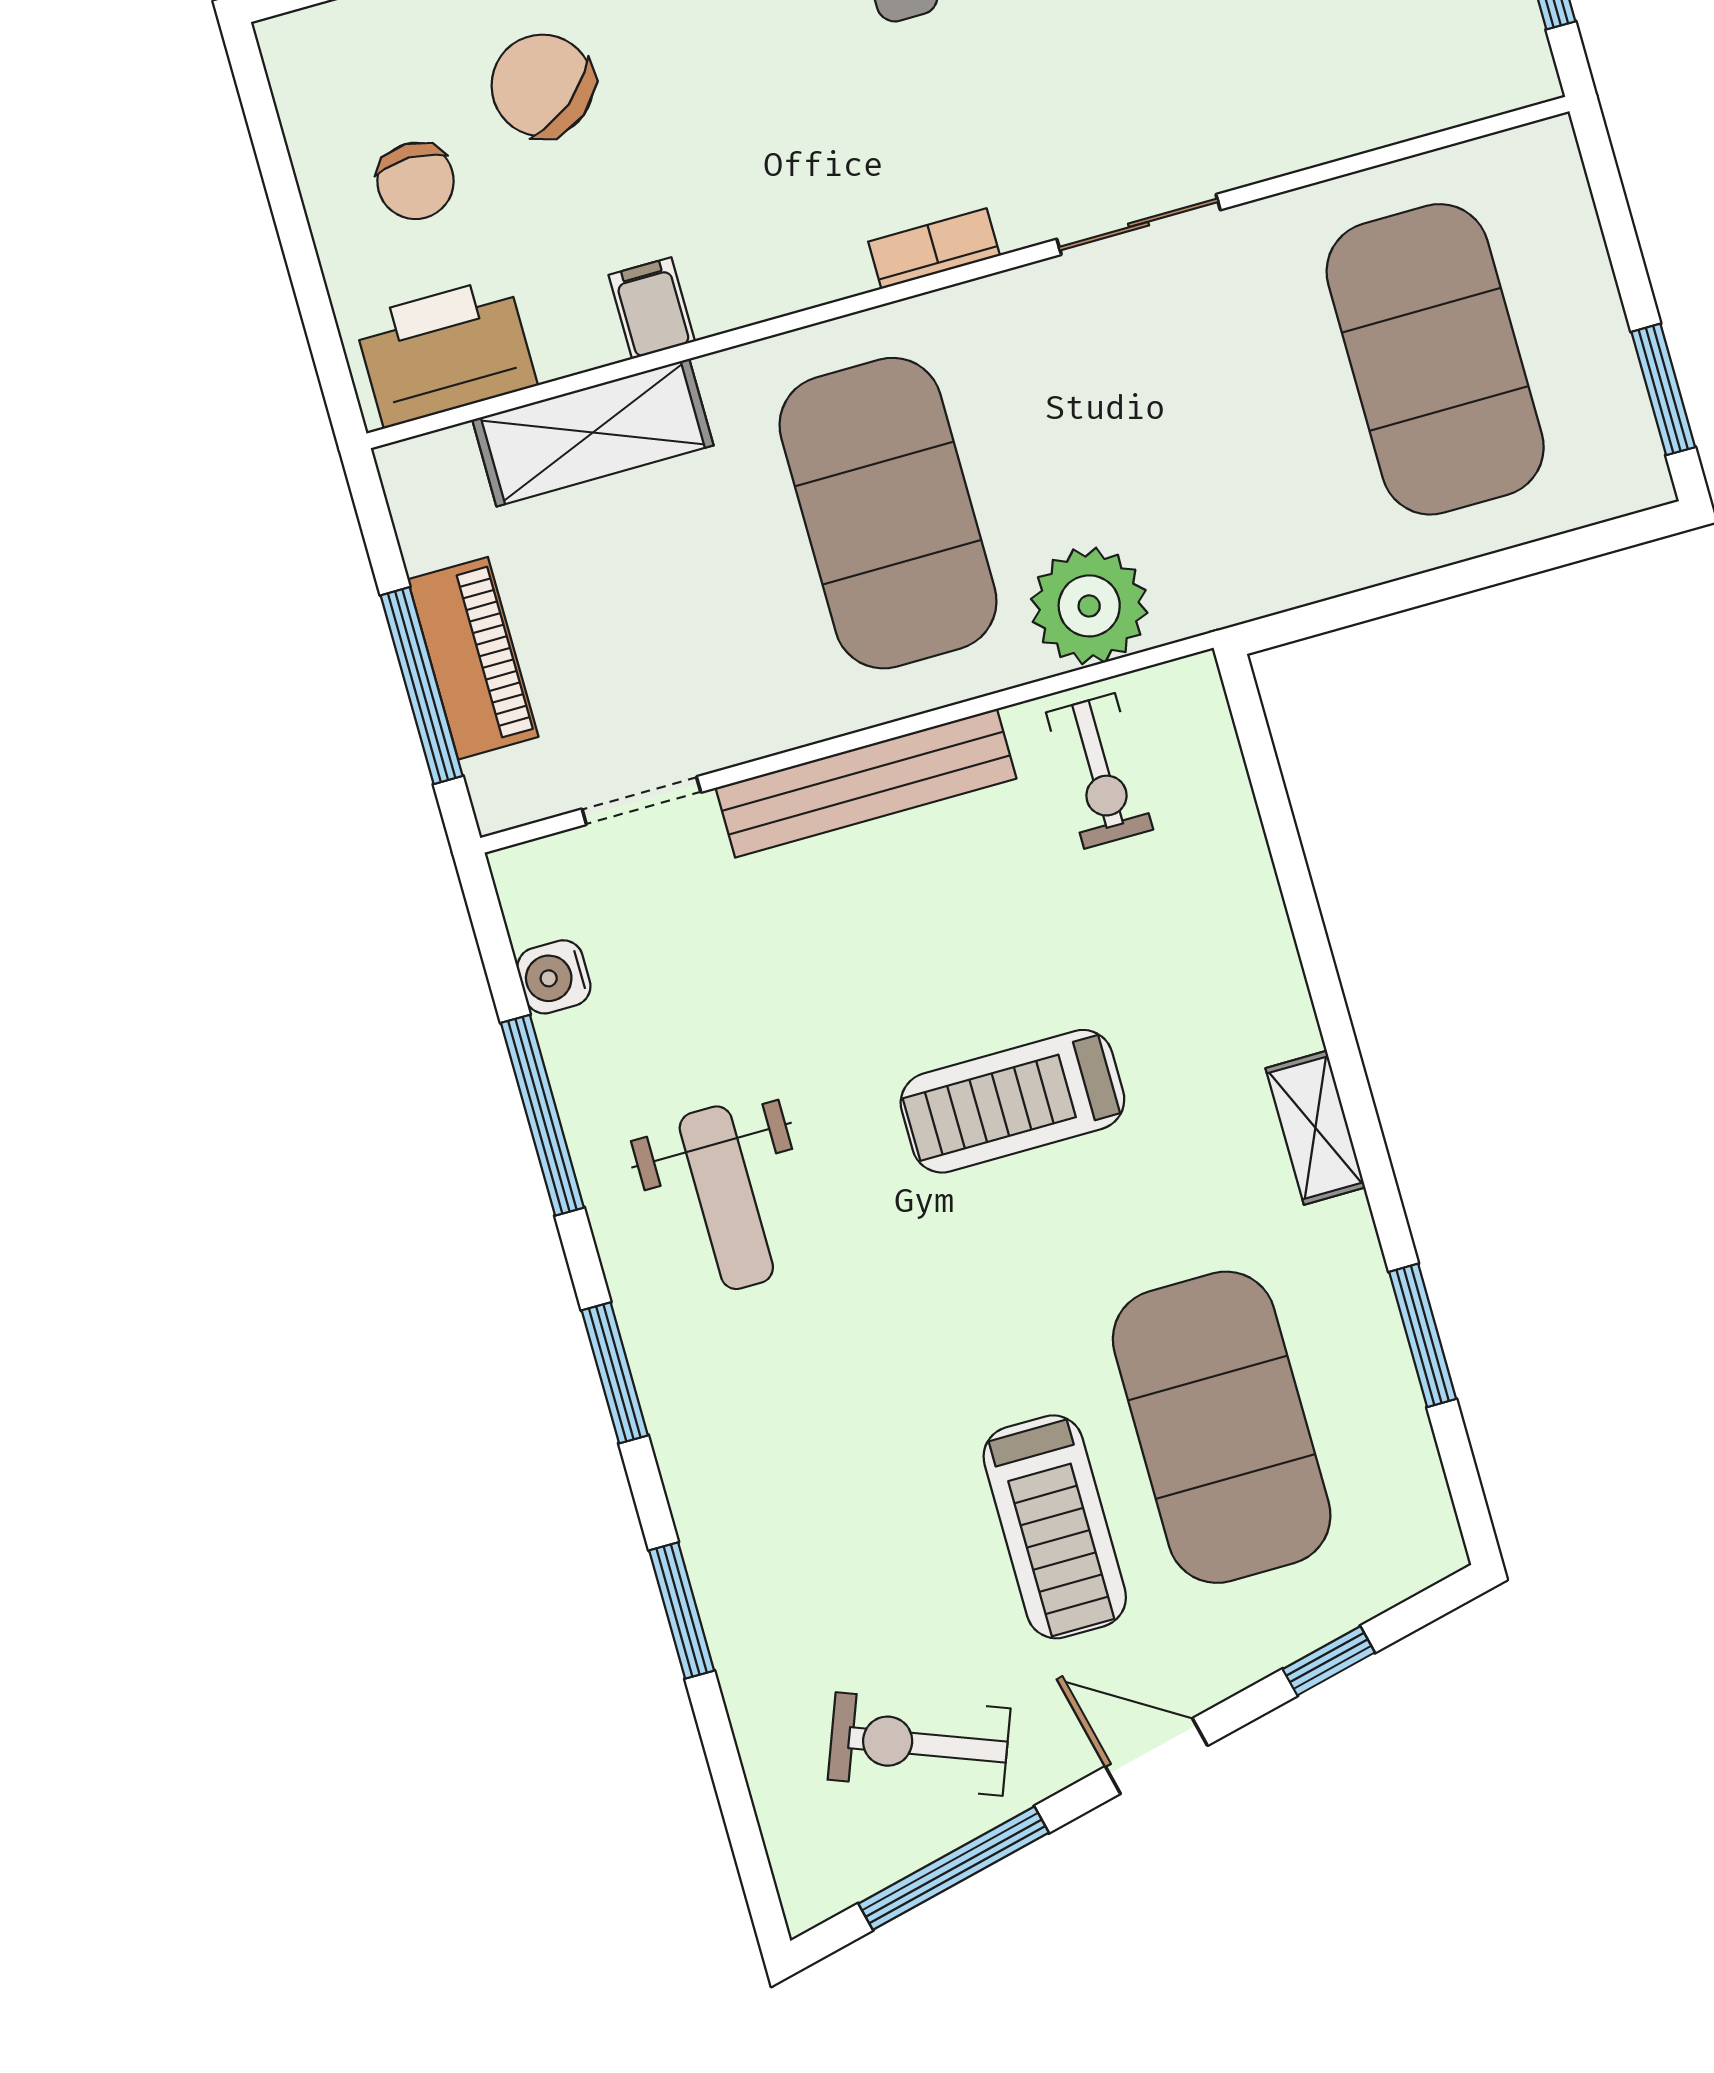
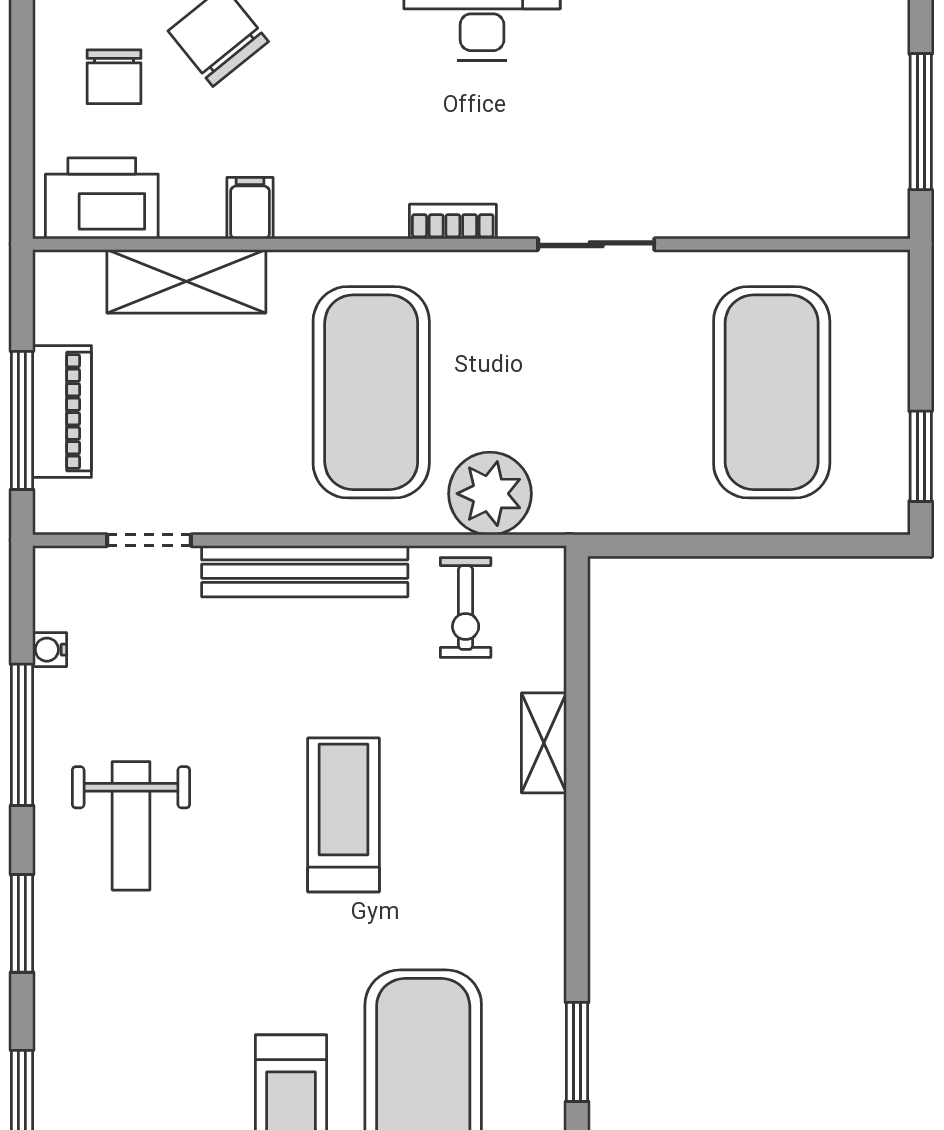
water cooler: (554, 977) -> (50, 650), width x0.72, depth x0.72
treadmill: (1012, 1101) -> (343, 815), turned 90
shelving: (1315, 1128) -> (544, 743), moved

